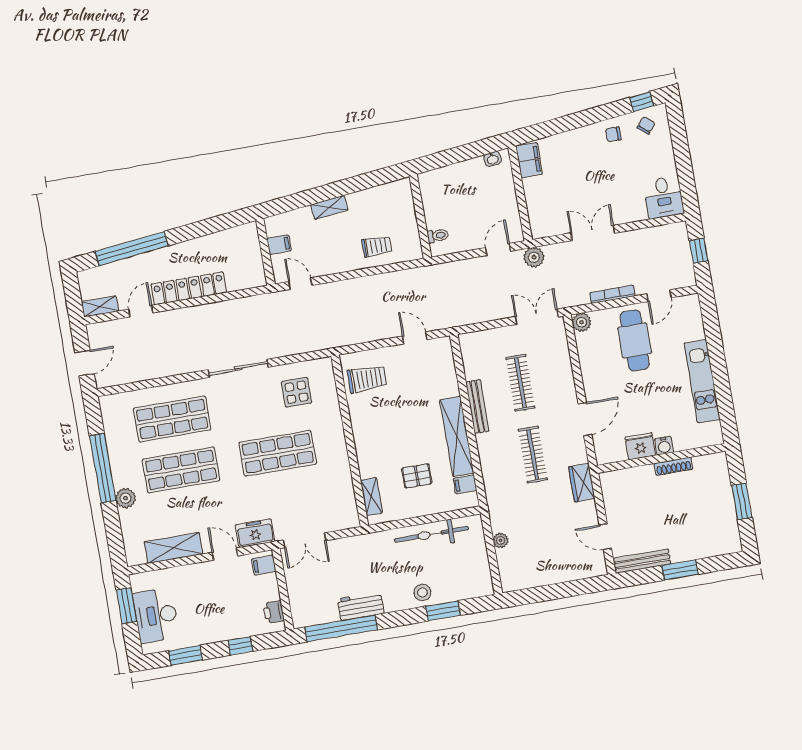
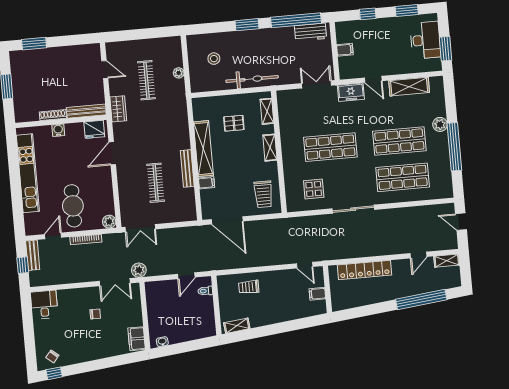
chair: (613, 134) -> (95, 314), moved
shelving: (329, 207) -> (237, 326), moved
double door: (593, 233) -> (115, 282), moved
door: (498, 249) -> (186, 276), moved
bench: (686, 266) -> (33, 255), added
locker: (189, 288) -> (365, 270), moved
door: (415, 338) -> (227, 220), width x1.88
door: (85, 363) -> (461, 222), hinge flipped
trolley: (367, 379) -> (263, 194), turned -90
kitchen unit: (702, 381) -> (28, 173), width x1.36
shelving: (363, 446) -> (270, 148), added
fridge: (640, 446) -> (94, 129), moved
clothes rail: (533, 455) -> (146, 80), moved
filing cabinet: (465, 484) -> (207, 183), moved
bicycle: (431, 534) -> (252, 79), moved
bench: (642, 561) -> (86, 111), moved
filing cabinet: (264, 565) -> (345, 50), moved
window: (680, 570) -> (34, 44), moved
stool: (422, 592) -> (214, 59), moved
workbench: (361, 606) -> (311, 32), moved
window: (443, 611) -> (247, 25), moved
printer: (274, 612) -> (342, 36), removed

